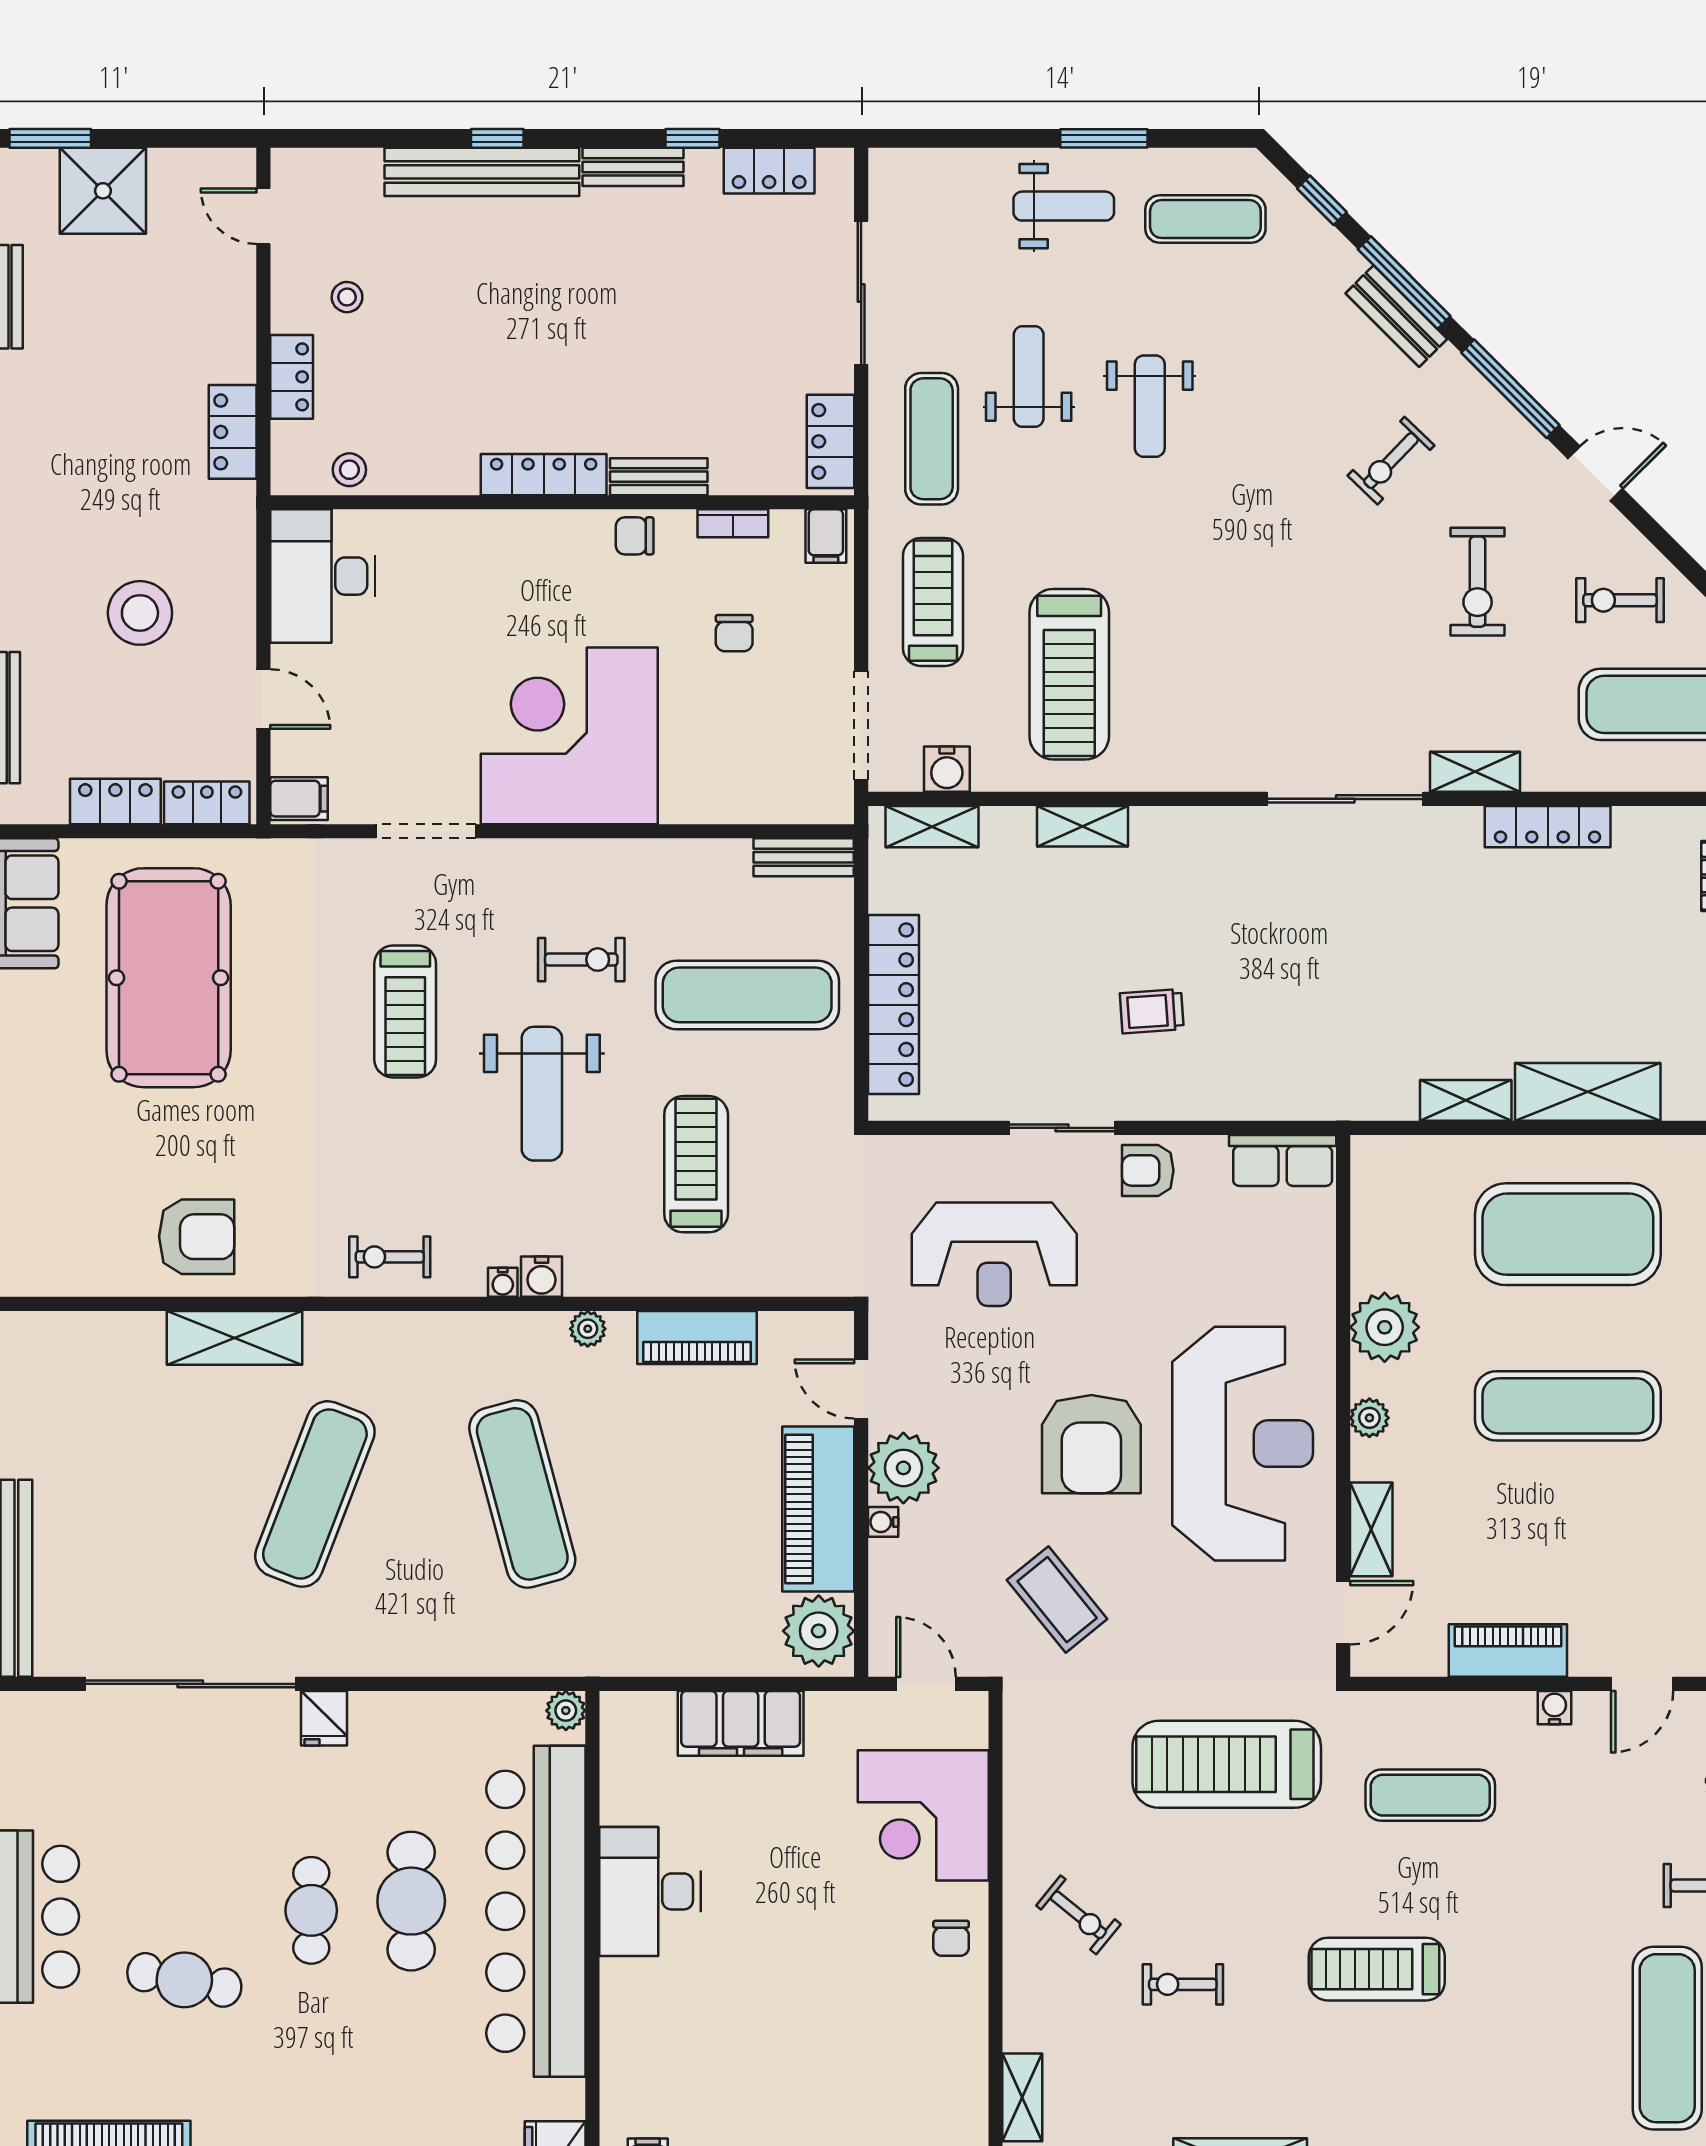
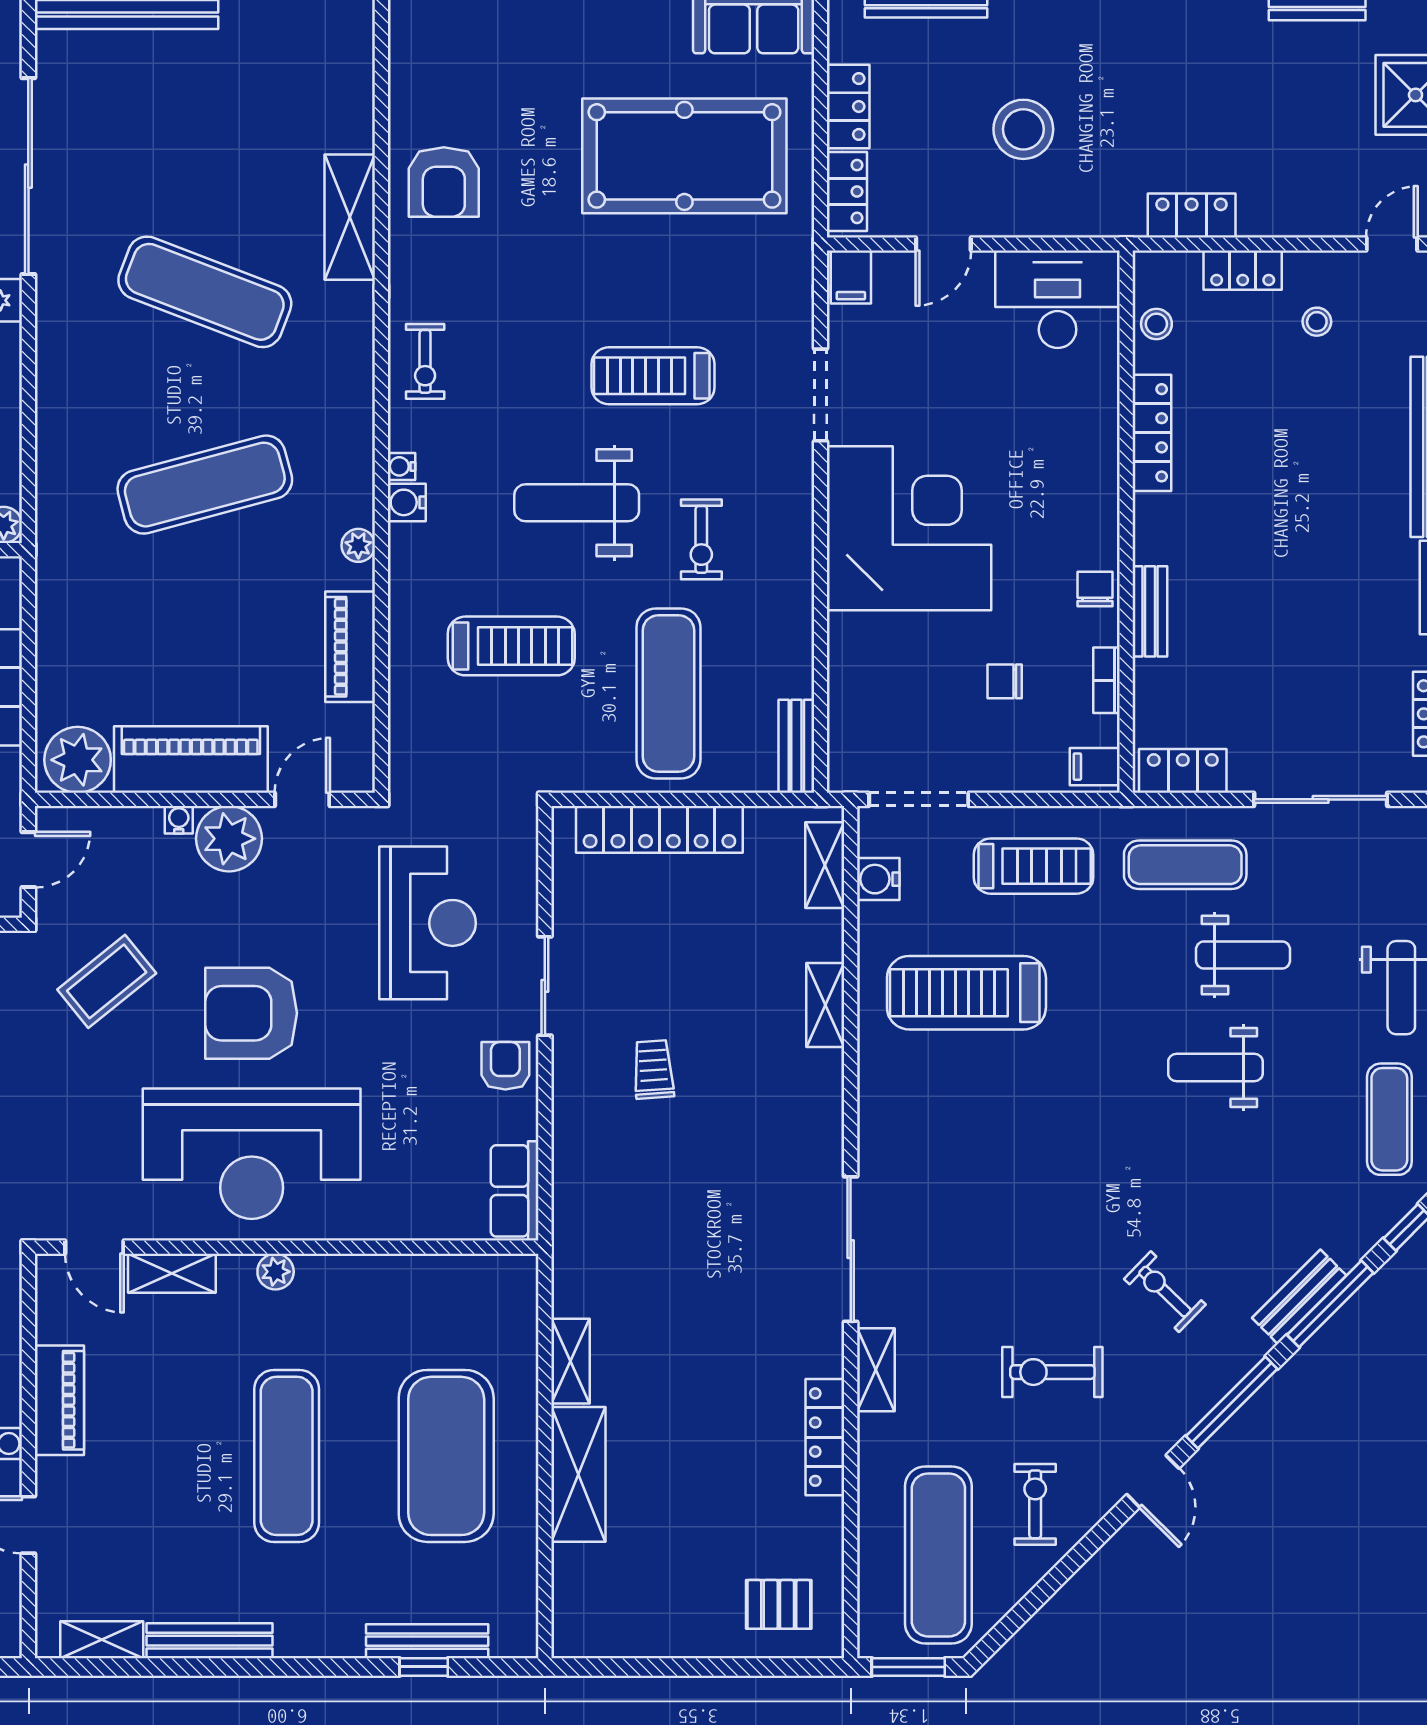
locker: (544, 475) -> (1152, 433), moved
reception desk: (994, 1254) -> (428, 923), turned 180
exercise bike: (390, 1257) -> (425, 361), turned 180
plant: (1385, 1327) -> (360, 1286), removed

